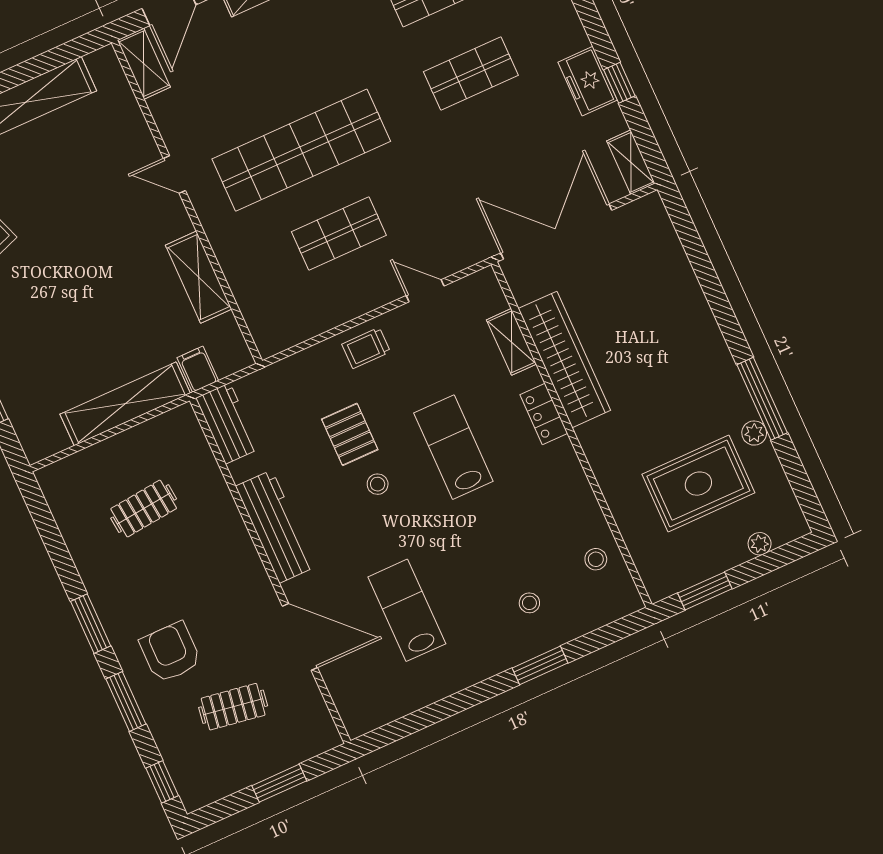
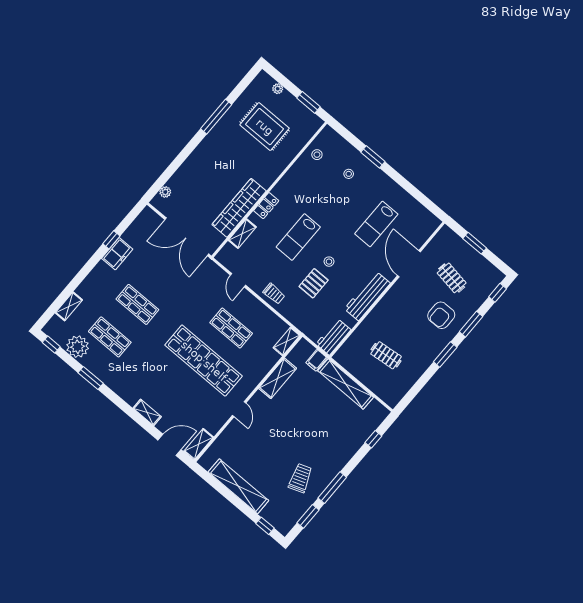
shelving: (631, 162) -> (287, 341), moved
plant: (754, 433) -> (165, 192), moved

